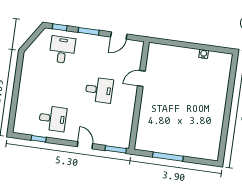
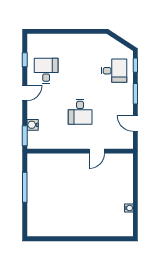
door: (141, 78) -> (97, 151), swing flipped
desk: (53, 119) -> (46, 71), turned 180
water cooler: (106, 140) -> (33, 125), added
door: (85, 145) -> (25, 93), moved

